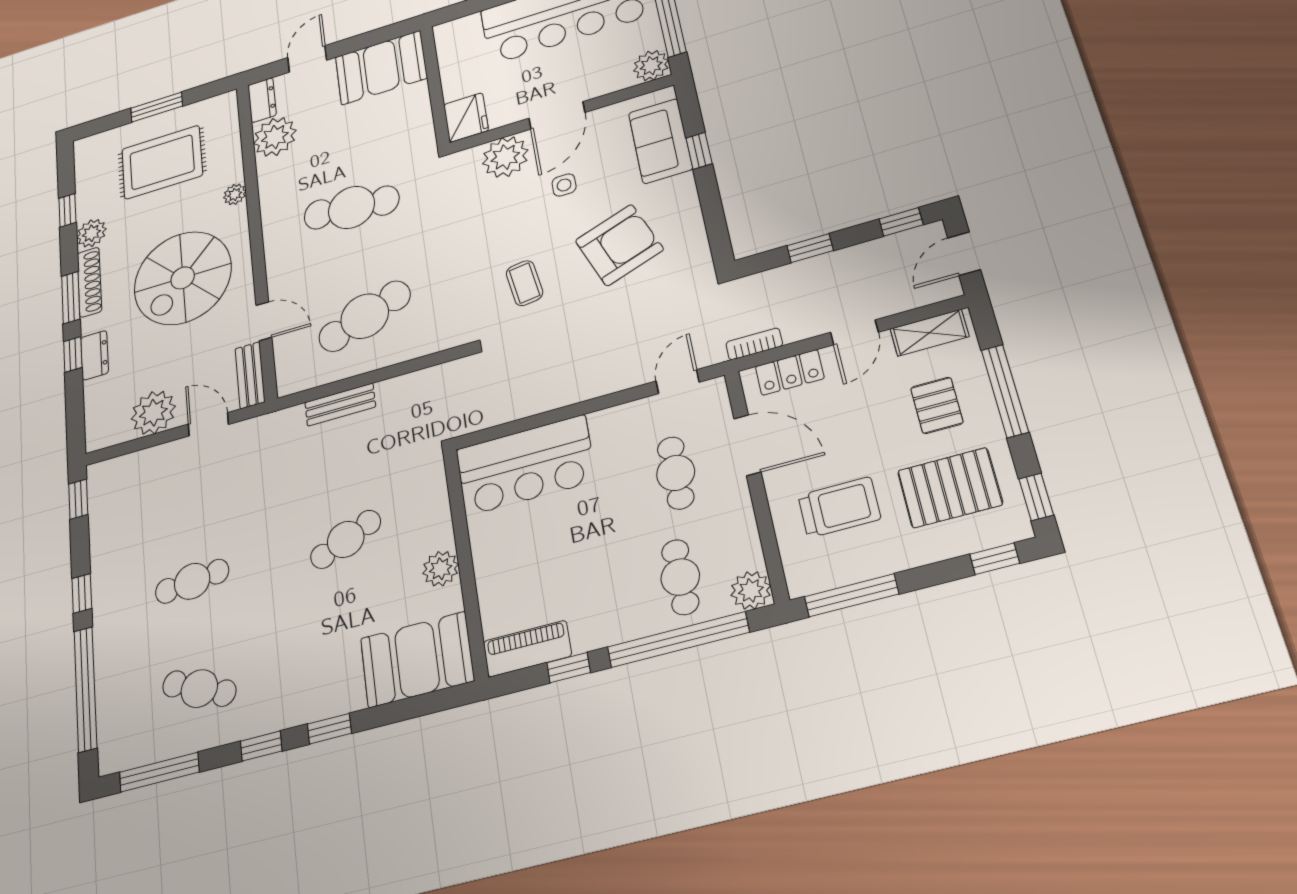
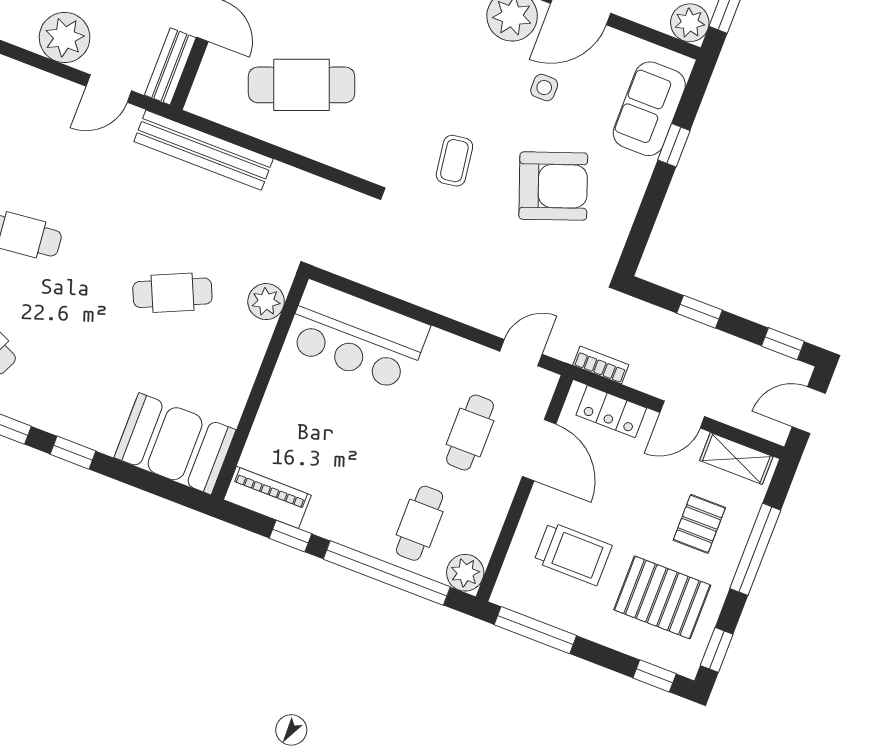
bench: (340, 405) -> (204, 150), width x1.86, depth x1.21
door: (208, 424) -> (109, 88), swing flipped
plant: (441, 569) -> (266, 302), moved

